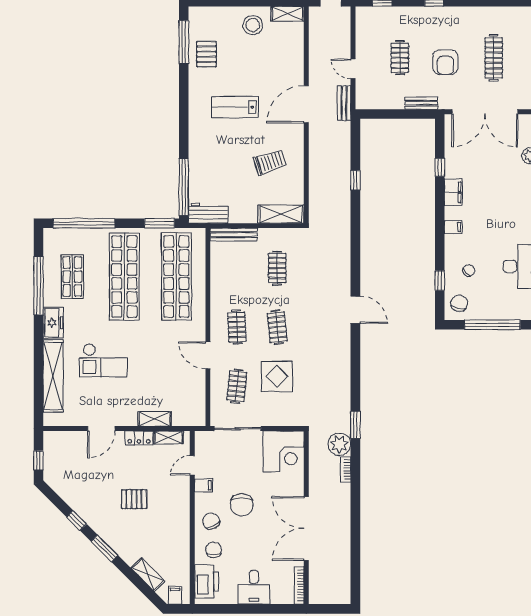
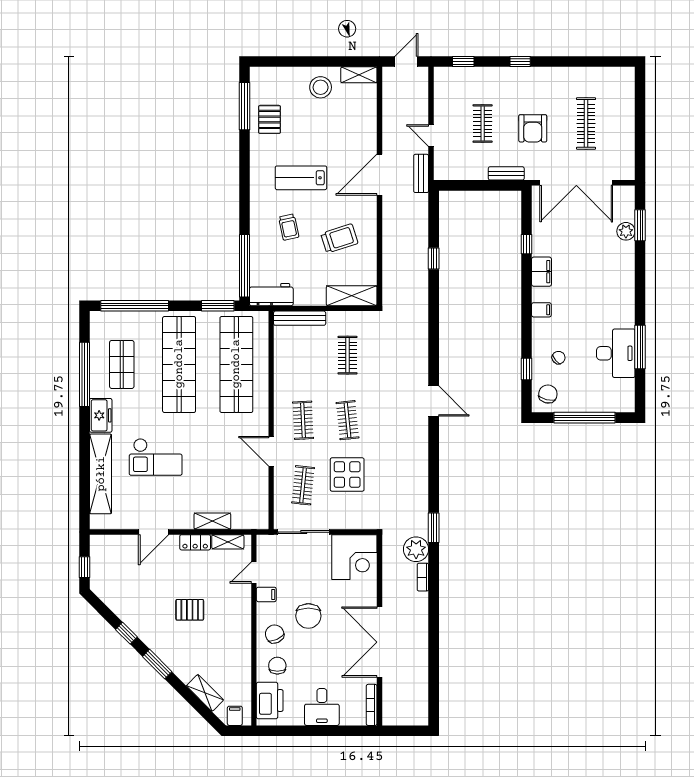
trolley: (224, 152) -> (289, 227), added

